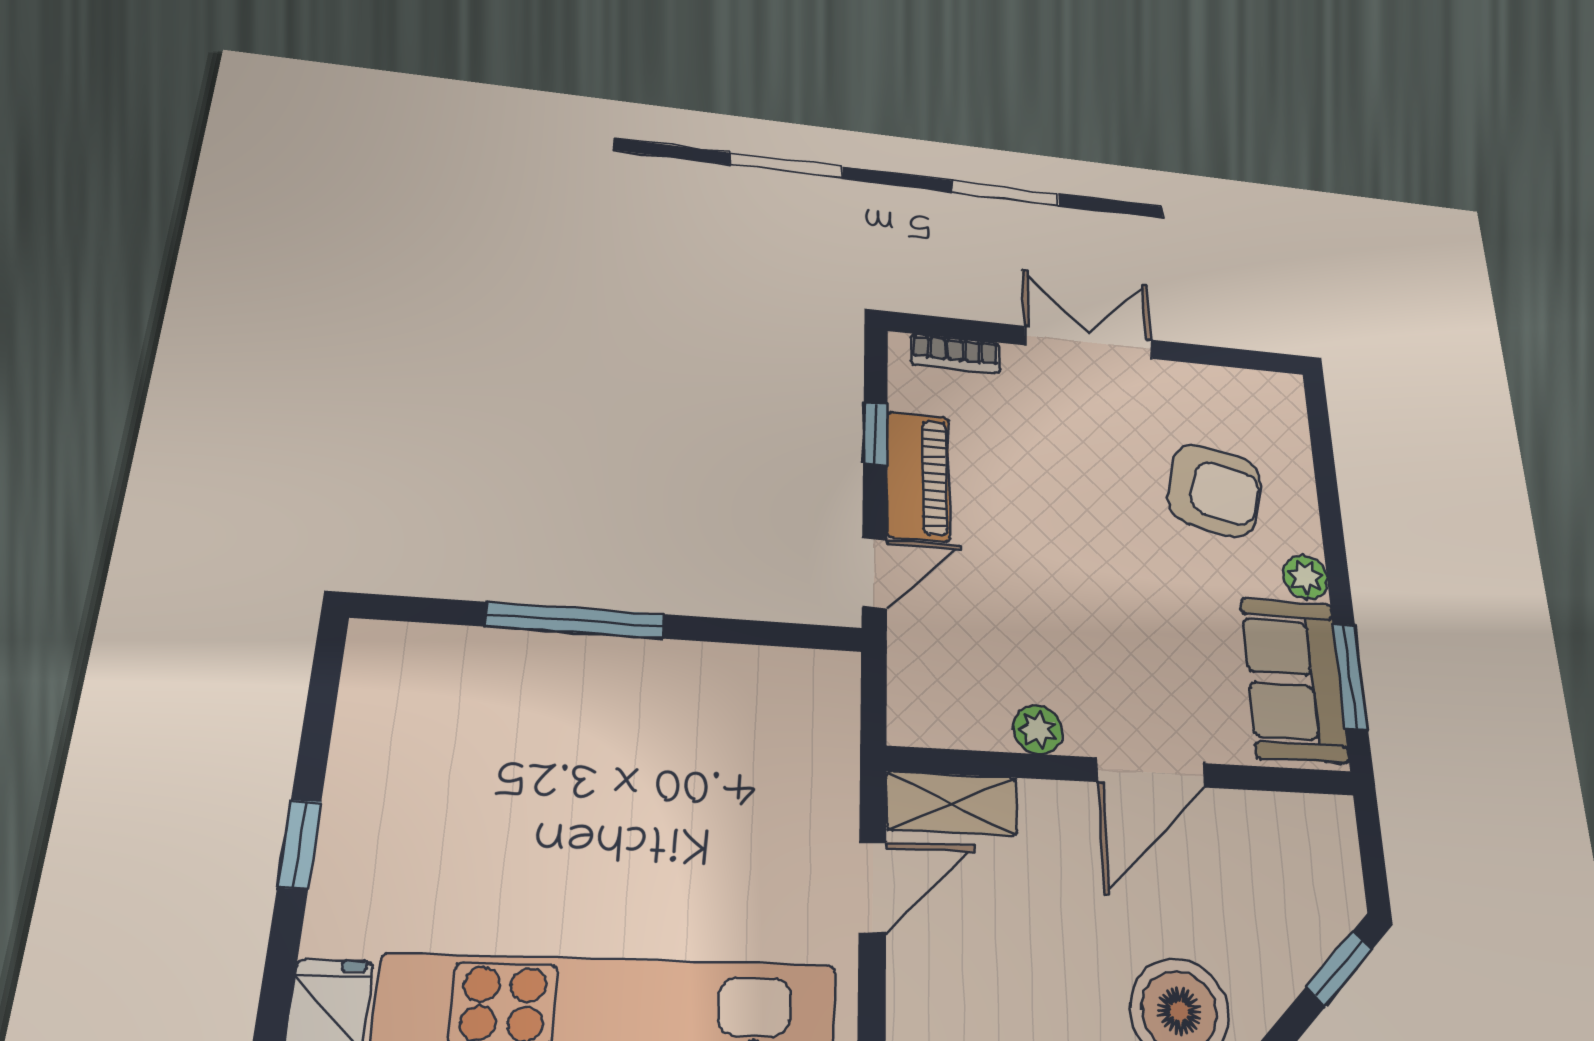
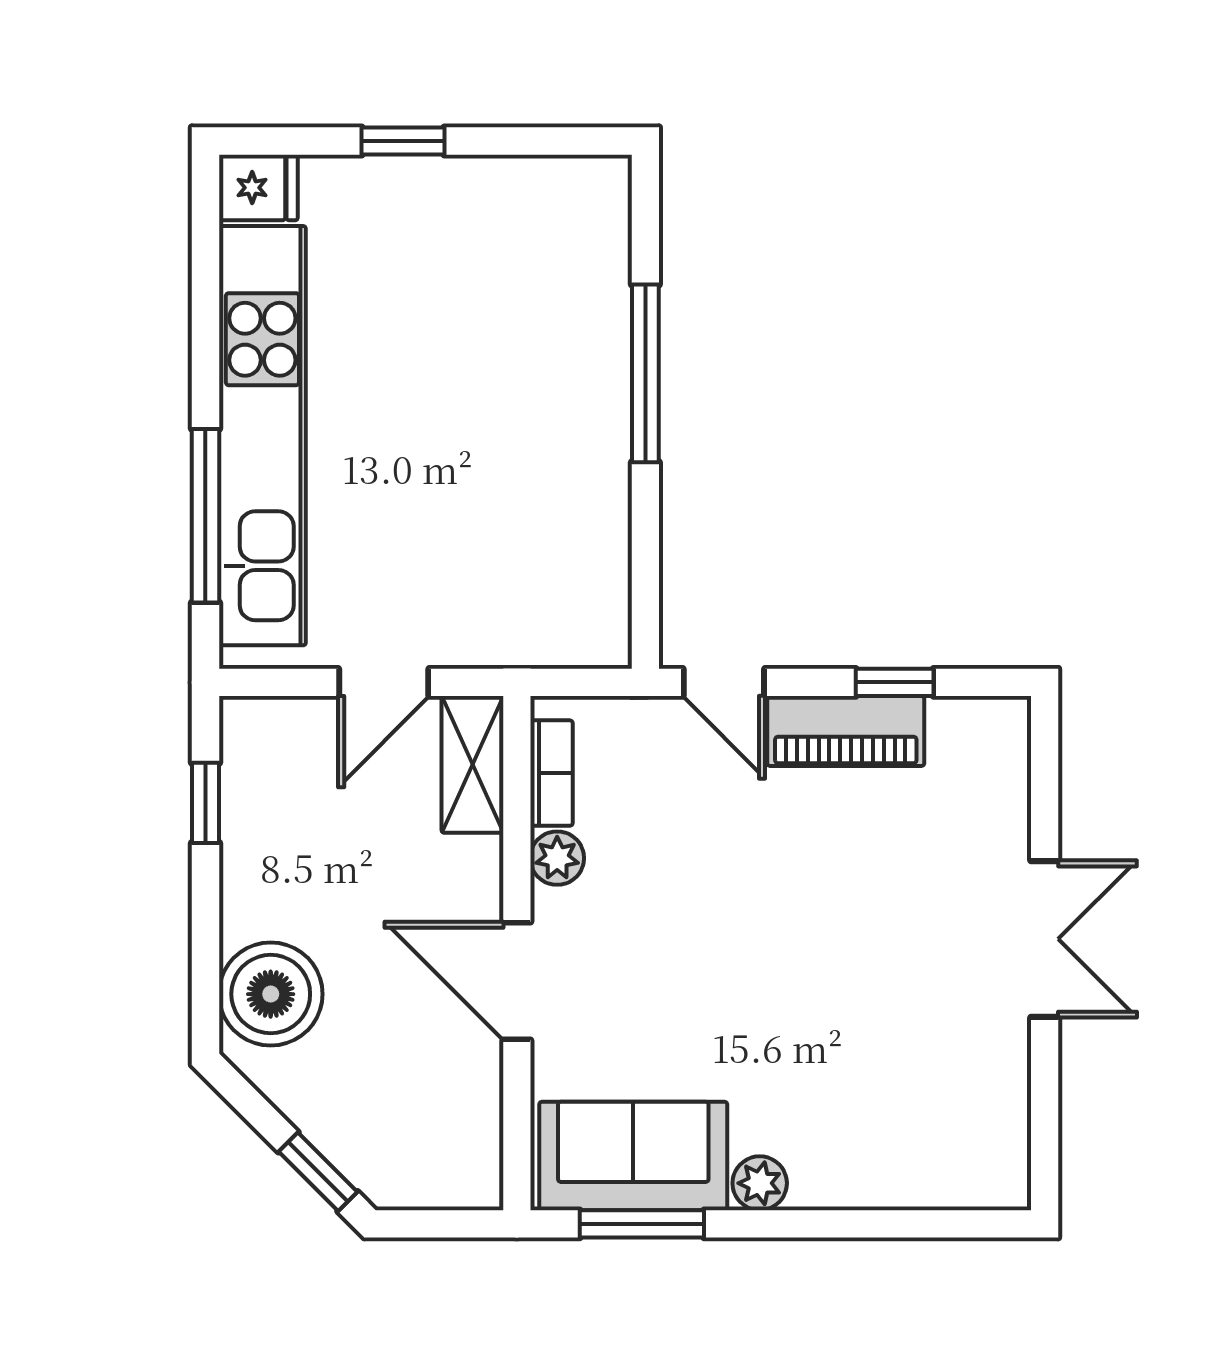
bookcase: (955, 354) -> (551, 773), moved, turned 180
armchair: (1214, 490) -> (861, 1082), removed
door: (873, 887) -> (384, 682), hinge flipped

